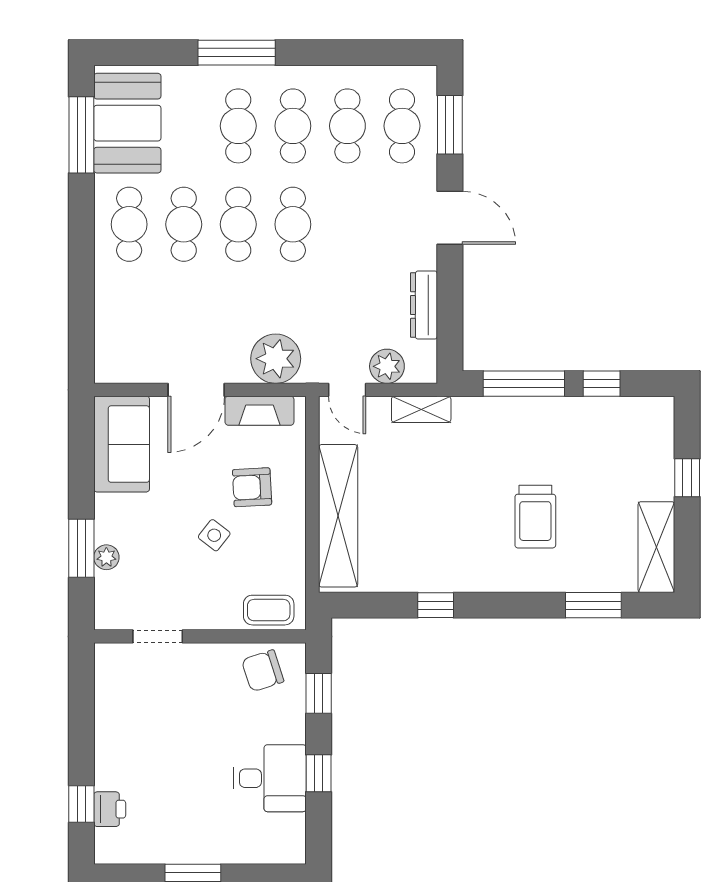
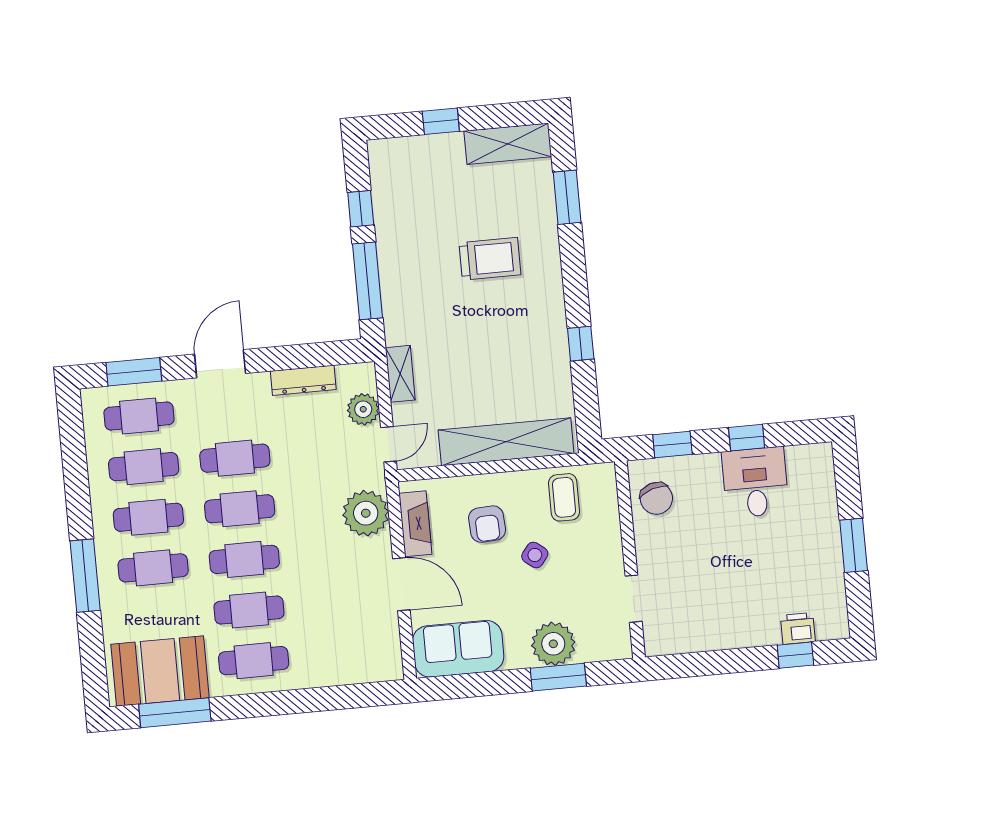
cafe table: (347, 224) -> (235, 458), added
plant: (106, 557) -> (553, 644), width x1.88, depth x1.88
coffee table: (269, 610) -> (564, 497), moved

